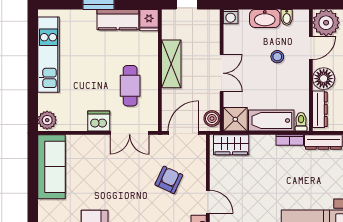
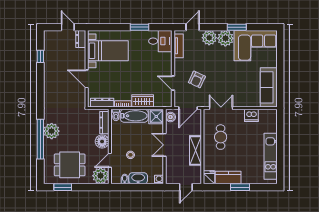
plant: (47, 120) -> (271, 116), removed
dishwasher: (99, 121) -> (251, 115), moved
wardrobe: (231, 145) -> (143, 101), moved
door: (208, 202) -> (173, 83), moved

